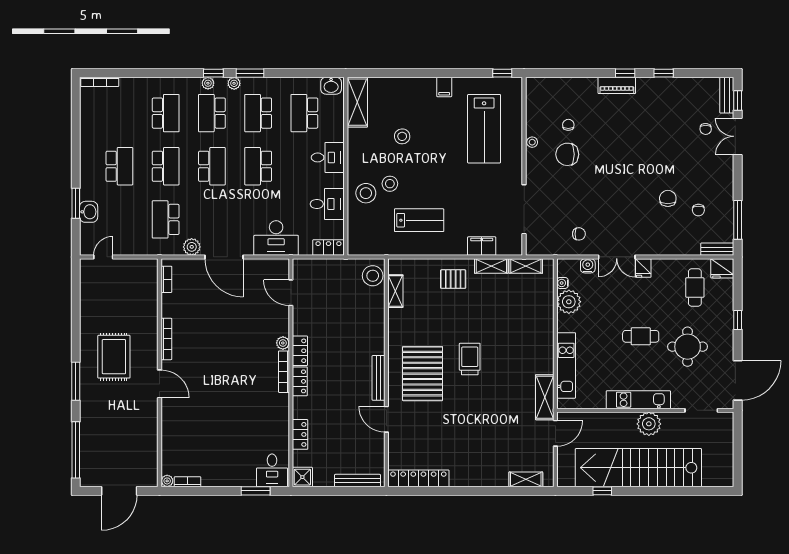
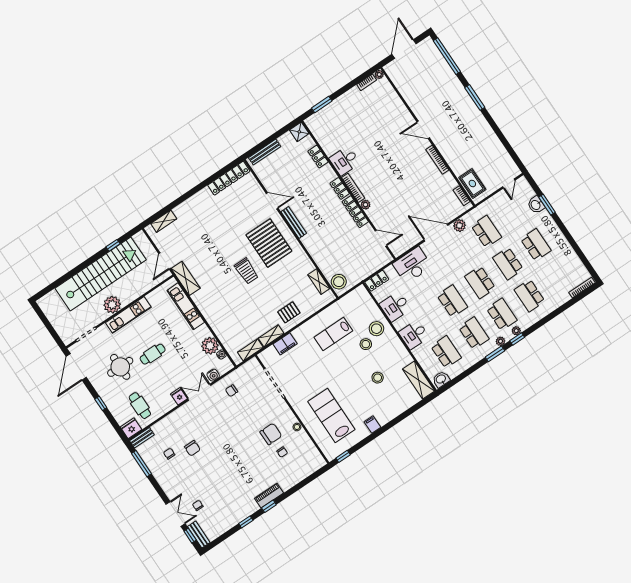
school desk: (119, 166) -> (536, 245), turned 180
locker: (300, 351) -> (355, 212), width x1.53
rug: (114, 357) -> (472, 184), moved, width x0.73, depth x0.70
desk: (272, 470) -> (345, 161), moved, turned -90

